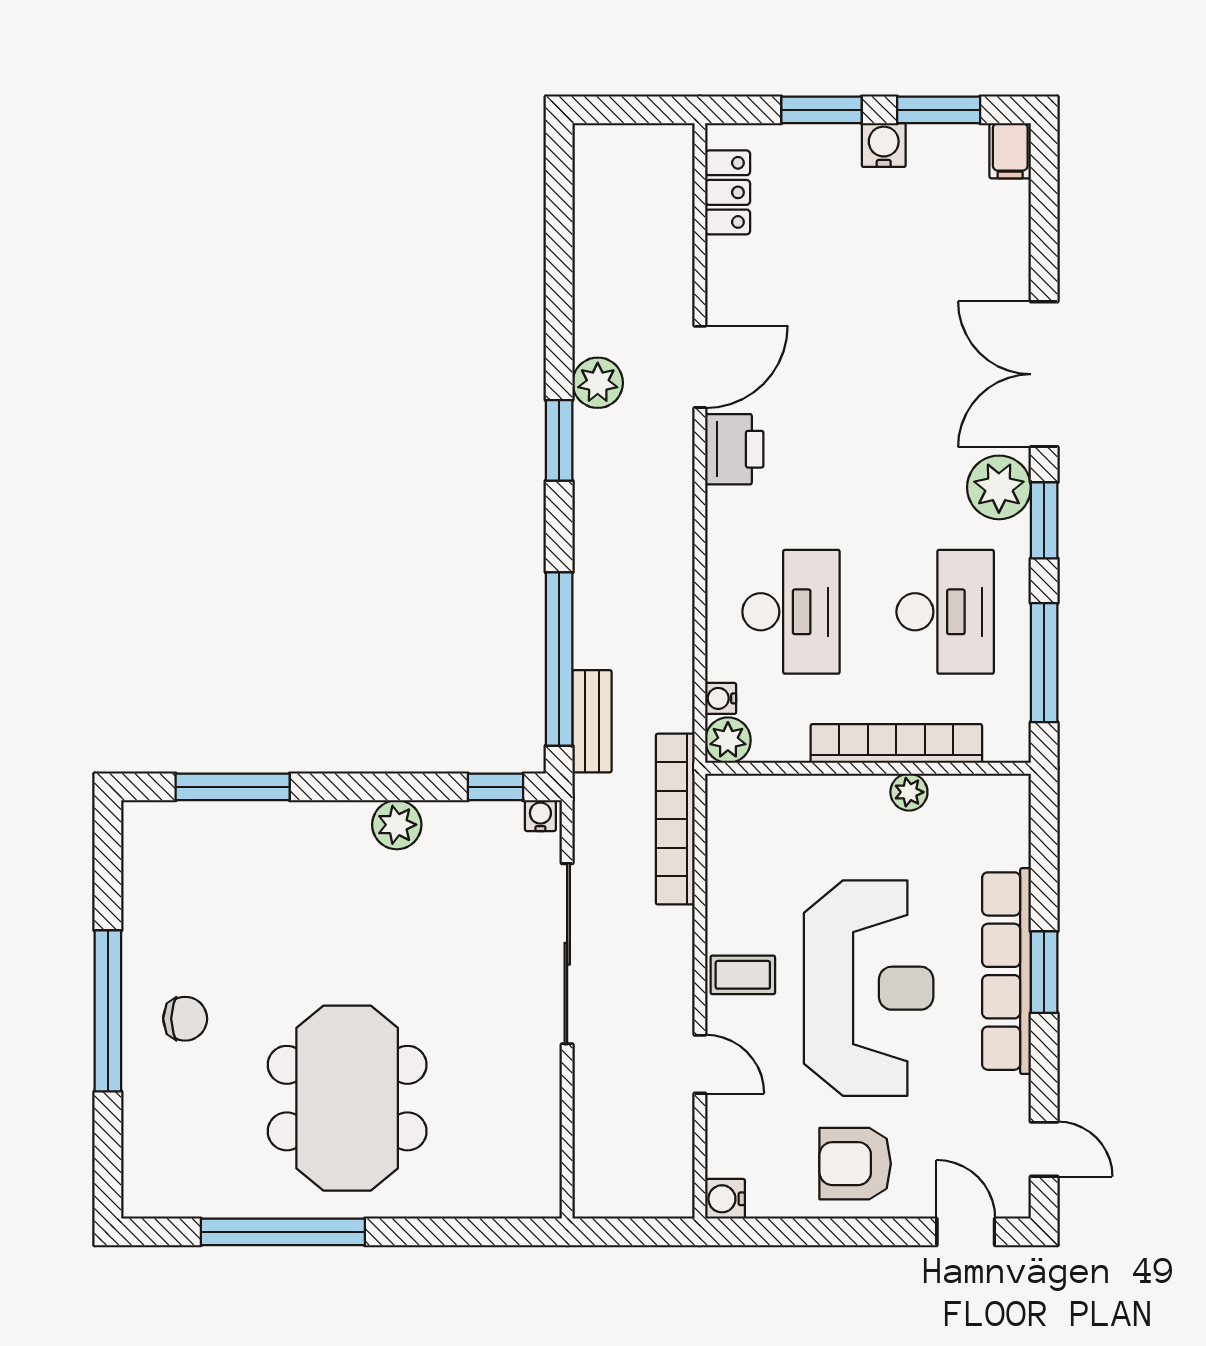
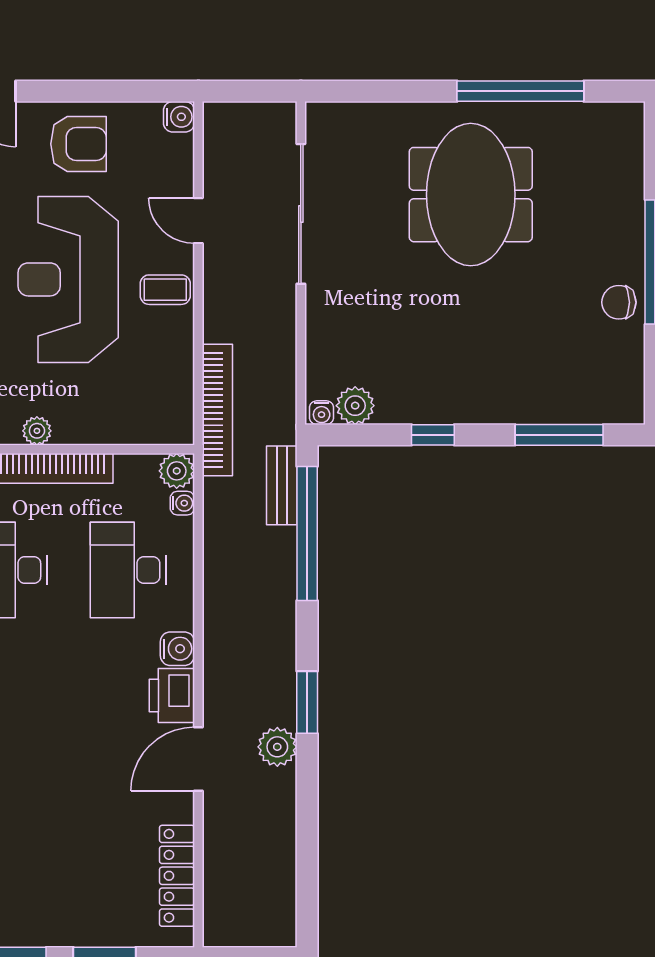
water cooler: (884, 145) -> (177, 649), moved, turned -90
locker: (728, 192) -> (177, 876), width x1.53
window: (495, 787) -> (433, 435), moved
plant: (397, 825) -> (355, 406), moved
sliding door: (567, 954) -> (301, 214), moved
chair: (185, 1019) -> (619, 302), moved

